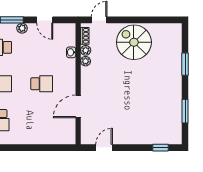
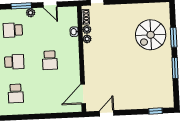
spiral stairs: (134, 42) -> (151, 35), moved, turned -90
school desk: (42, 84) -> (50, 60), turned 90
door: (78, 106) -> (83, 94), moved
window: (185, 111) -> (175, 68), moved

